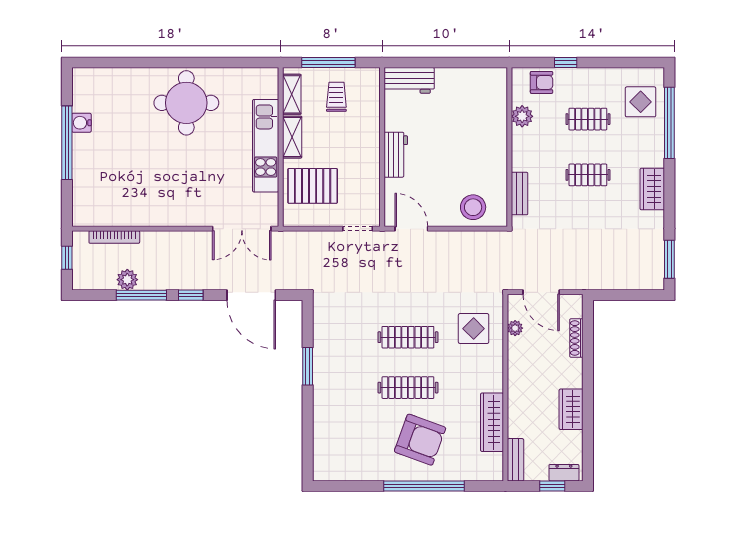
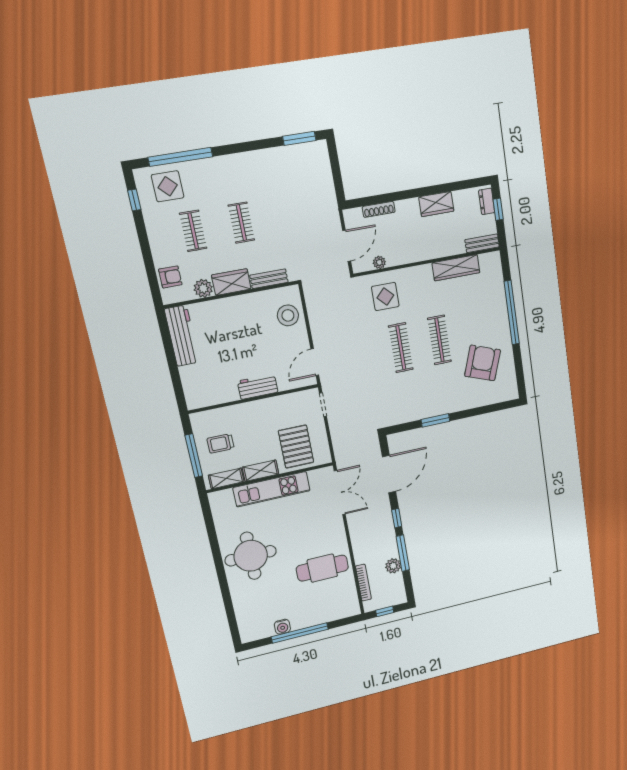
window: (566, 62) -> (134, 200), moved
workbench: (409, 80) -> (182, 336), moved, width x1.38
armchair: (542, 82) -> (170, 277), turned 90
cafe table: (147, 188) -> (322, 568), added
wardrobe: (652, 189) -> (231, 282), moved, turned 180
armchair: (420, 440) -> (483, 363), moved

